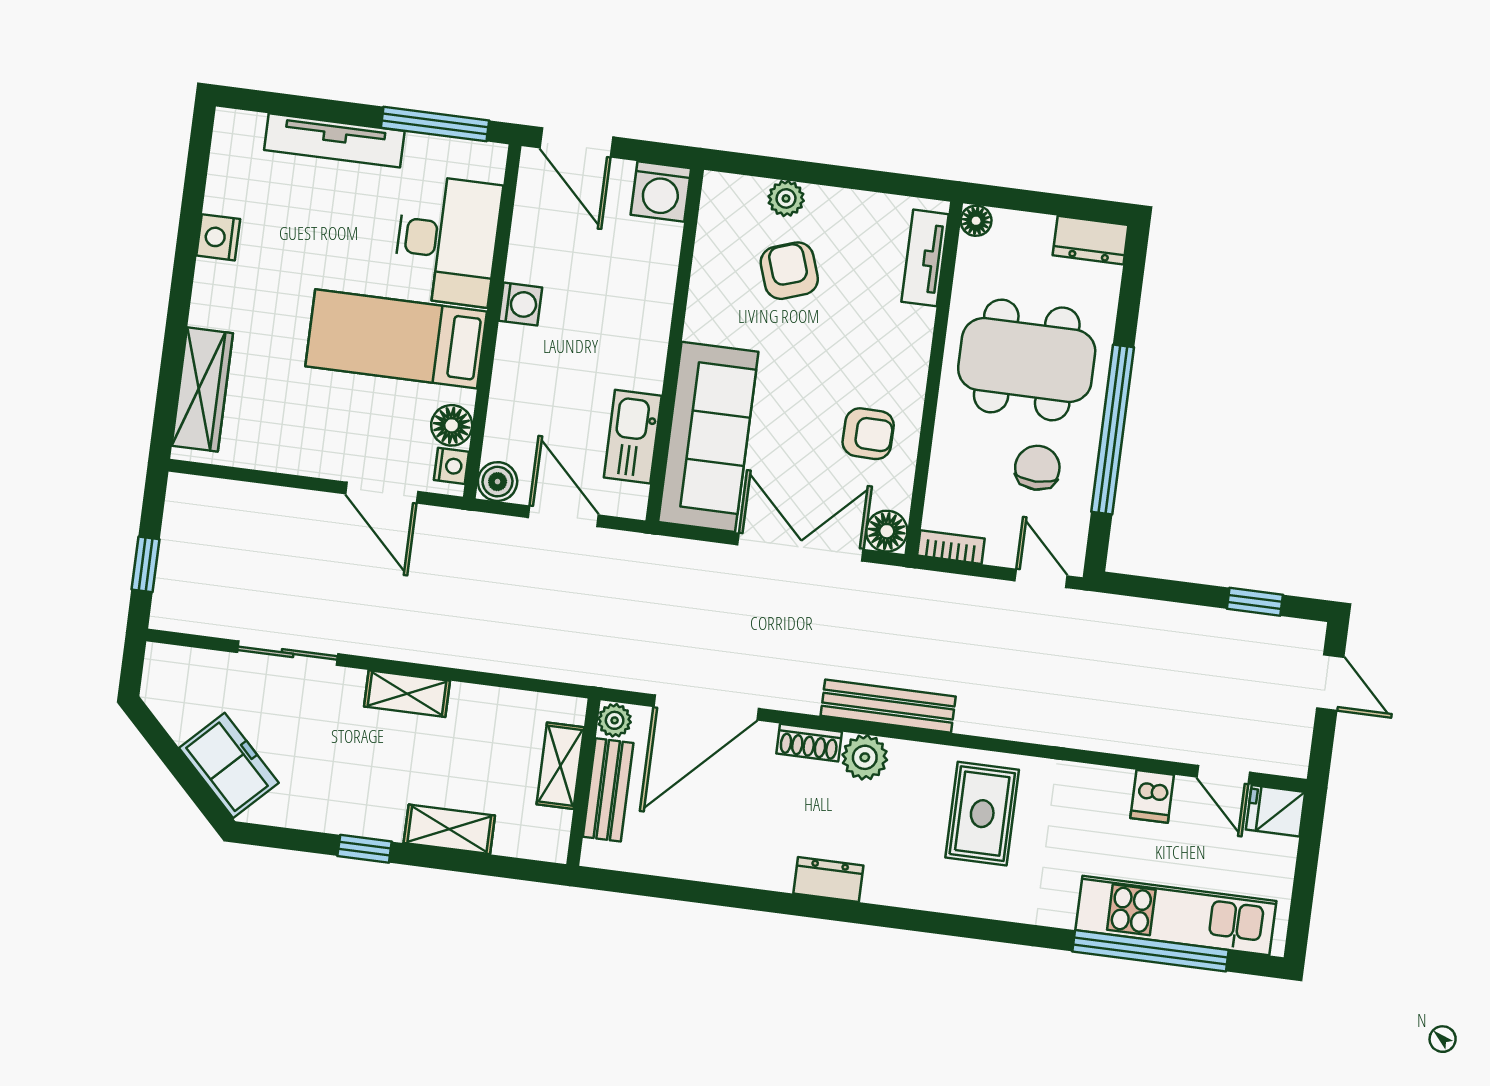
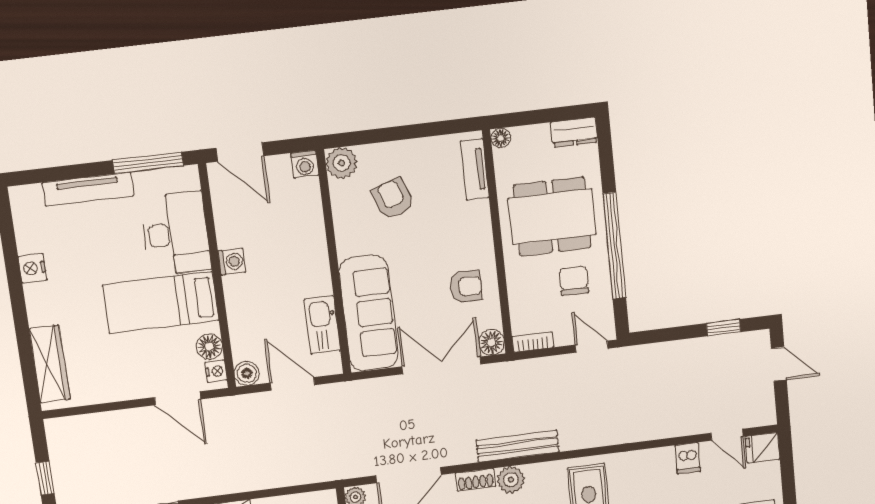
washing machine: (661, 191) -> (305, 164), width x0.73, depth x0.73
plant: (786, 198) -> (342, 163), moved, width x1.38, depth x1.38

